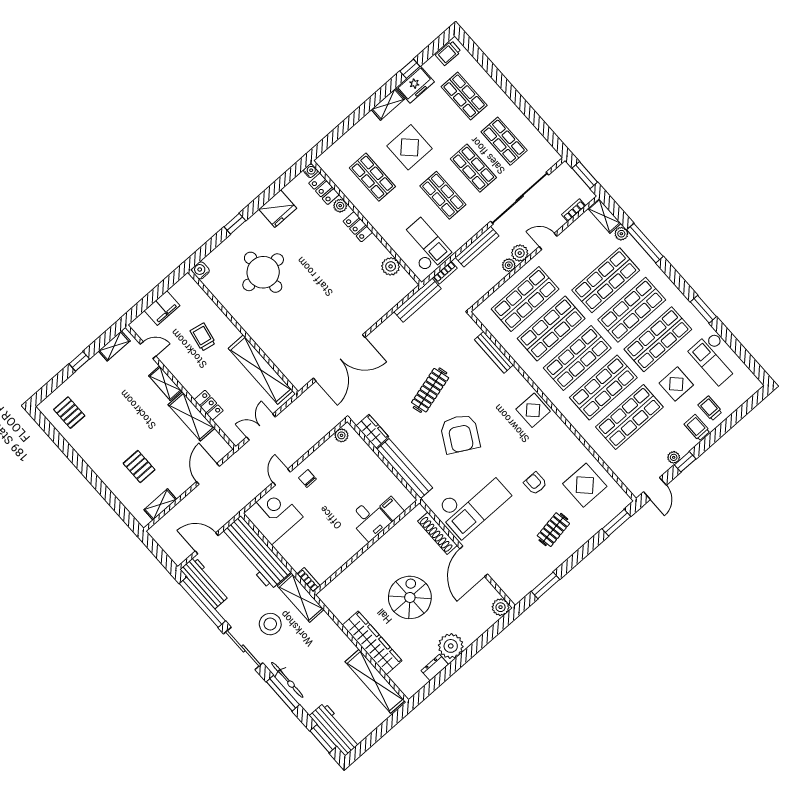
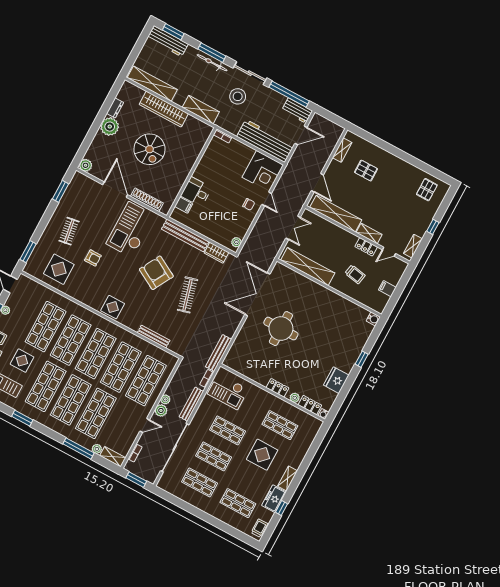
plant: (391, 266) -> (245, 369), removed
round table: (263, 272) -> (281, 329), moved
filing cabinet: (162, 308) -> (387, 289), width x0.50
locker: (209, 405) -> (366, 247), moved
pallet: (69, 413) -> (427, 190), turned 90
shelving: (191, 416) -> (336, 214), width x1.47
workbench: (205, 583) -> (297, 111), width x0.73
shelving: (301, 598) -> (201, 110), moved

